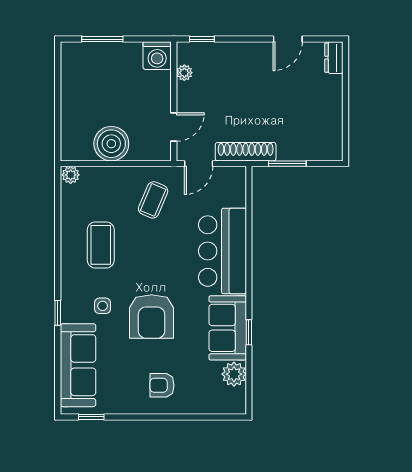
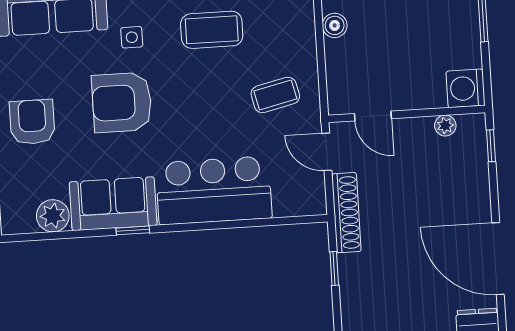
door: (288, 39) -> (498, 259), width x1.87
boiler: (111, 144) -> (335, 25), width x0.54, depth x0.54
window: (287, 164) -> (334, 268), width x0.67
coffee table: (153, 200) -> (275, 95), turned -36
window: (249, 332) -> (133, 230), moved
armchair: (162, 385) -> (32, 122), width x1.38, depth x1.38

